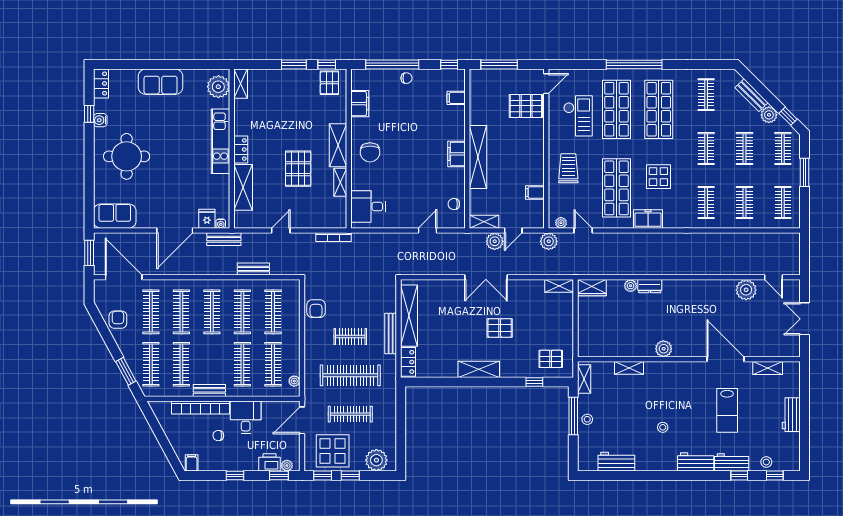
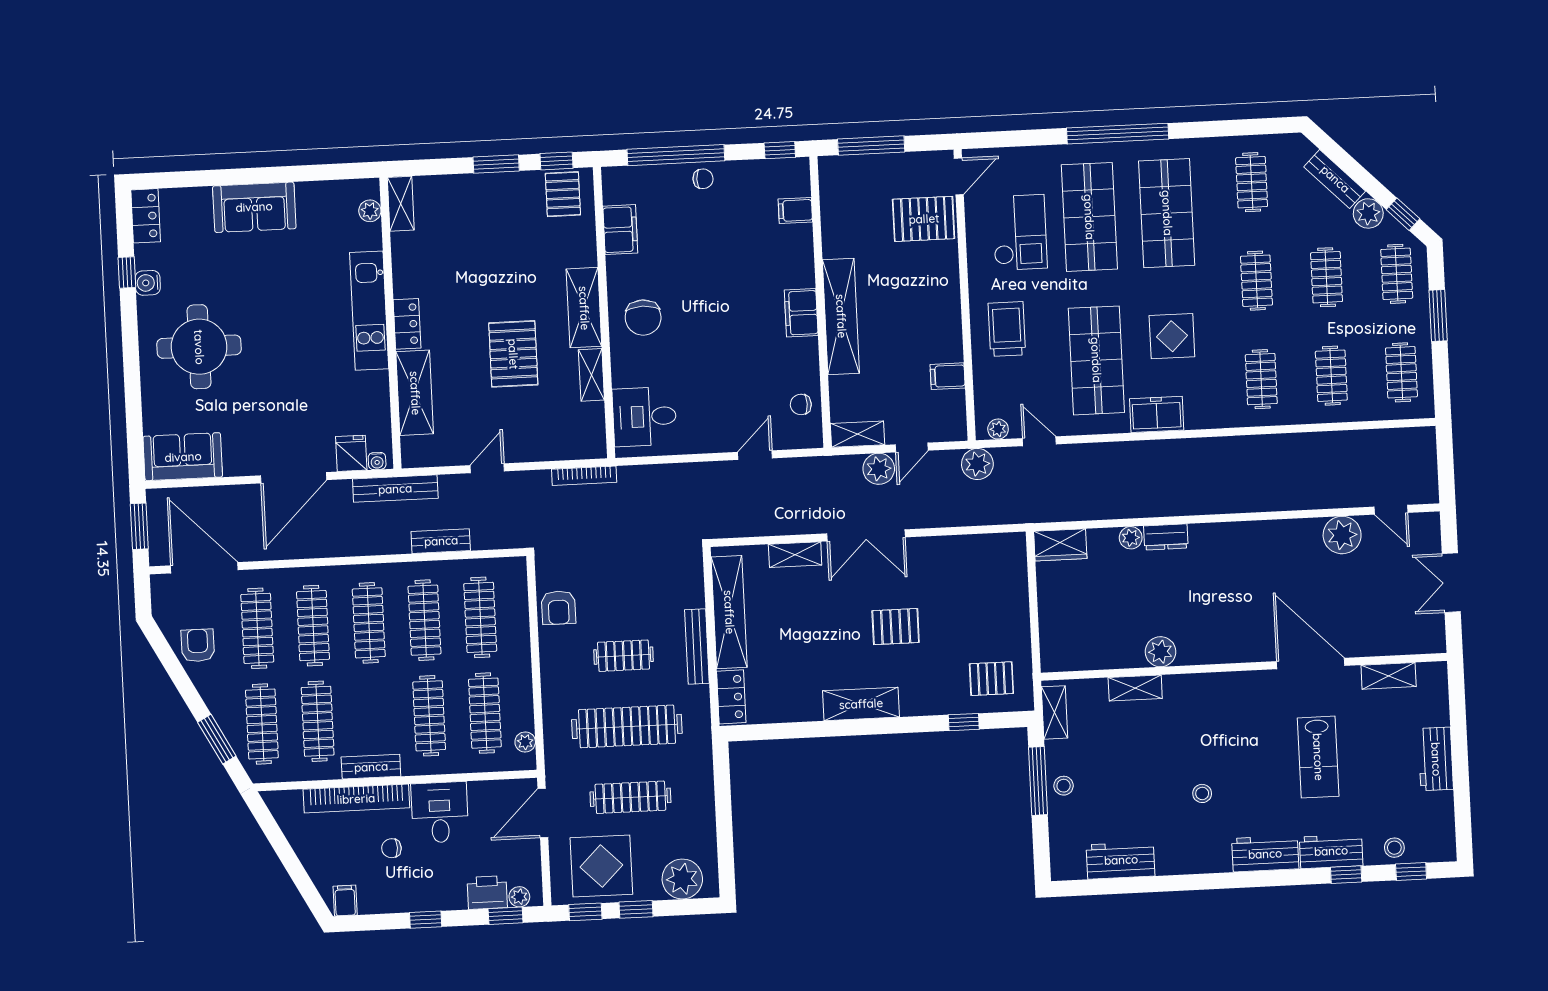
plant: (218, 87) -> (370, 211), width x0.53, depth x0.53
bench: (224, 239) -> (395, 489), width x1.36
shelving: (559, 286) -> (795, 555), moved
plant: (664, 349) -> (1160, 652), moved

